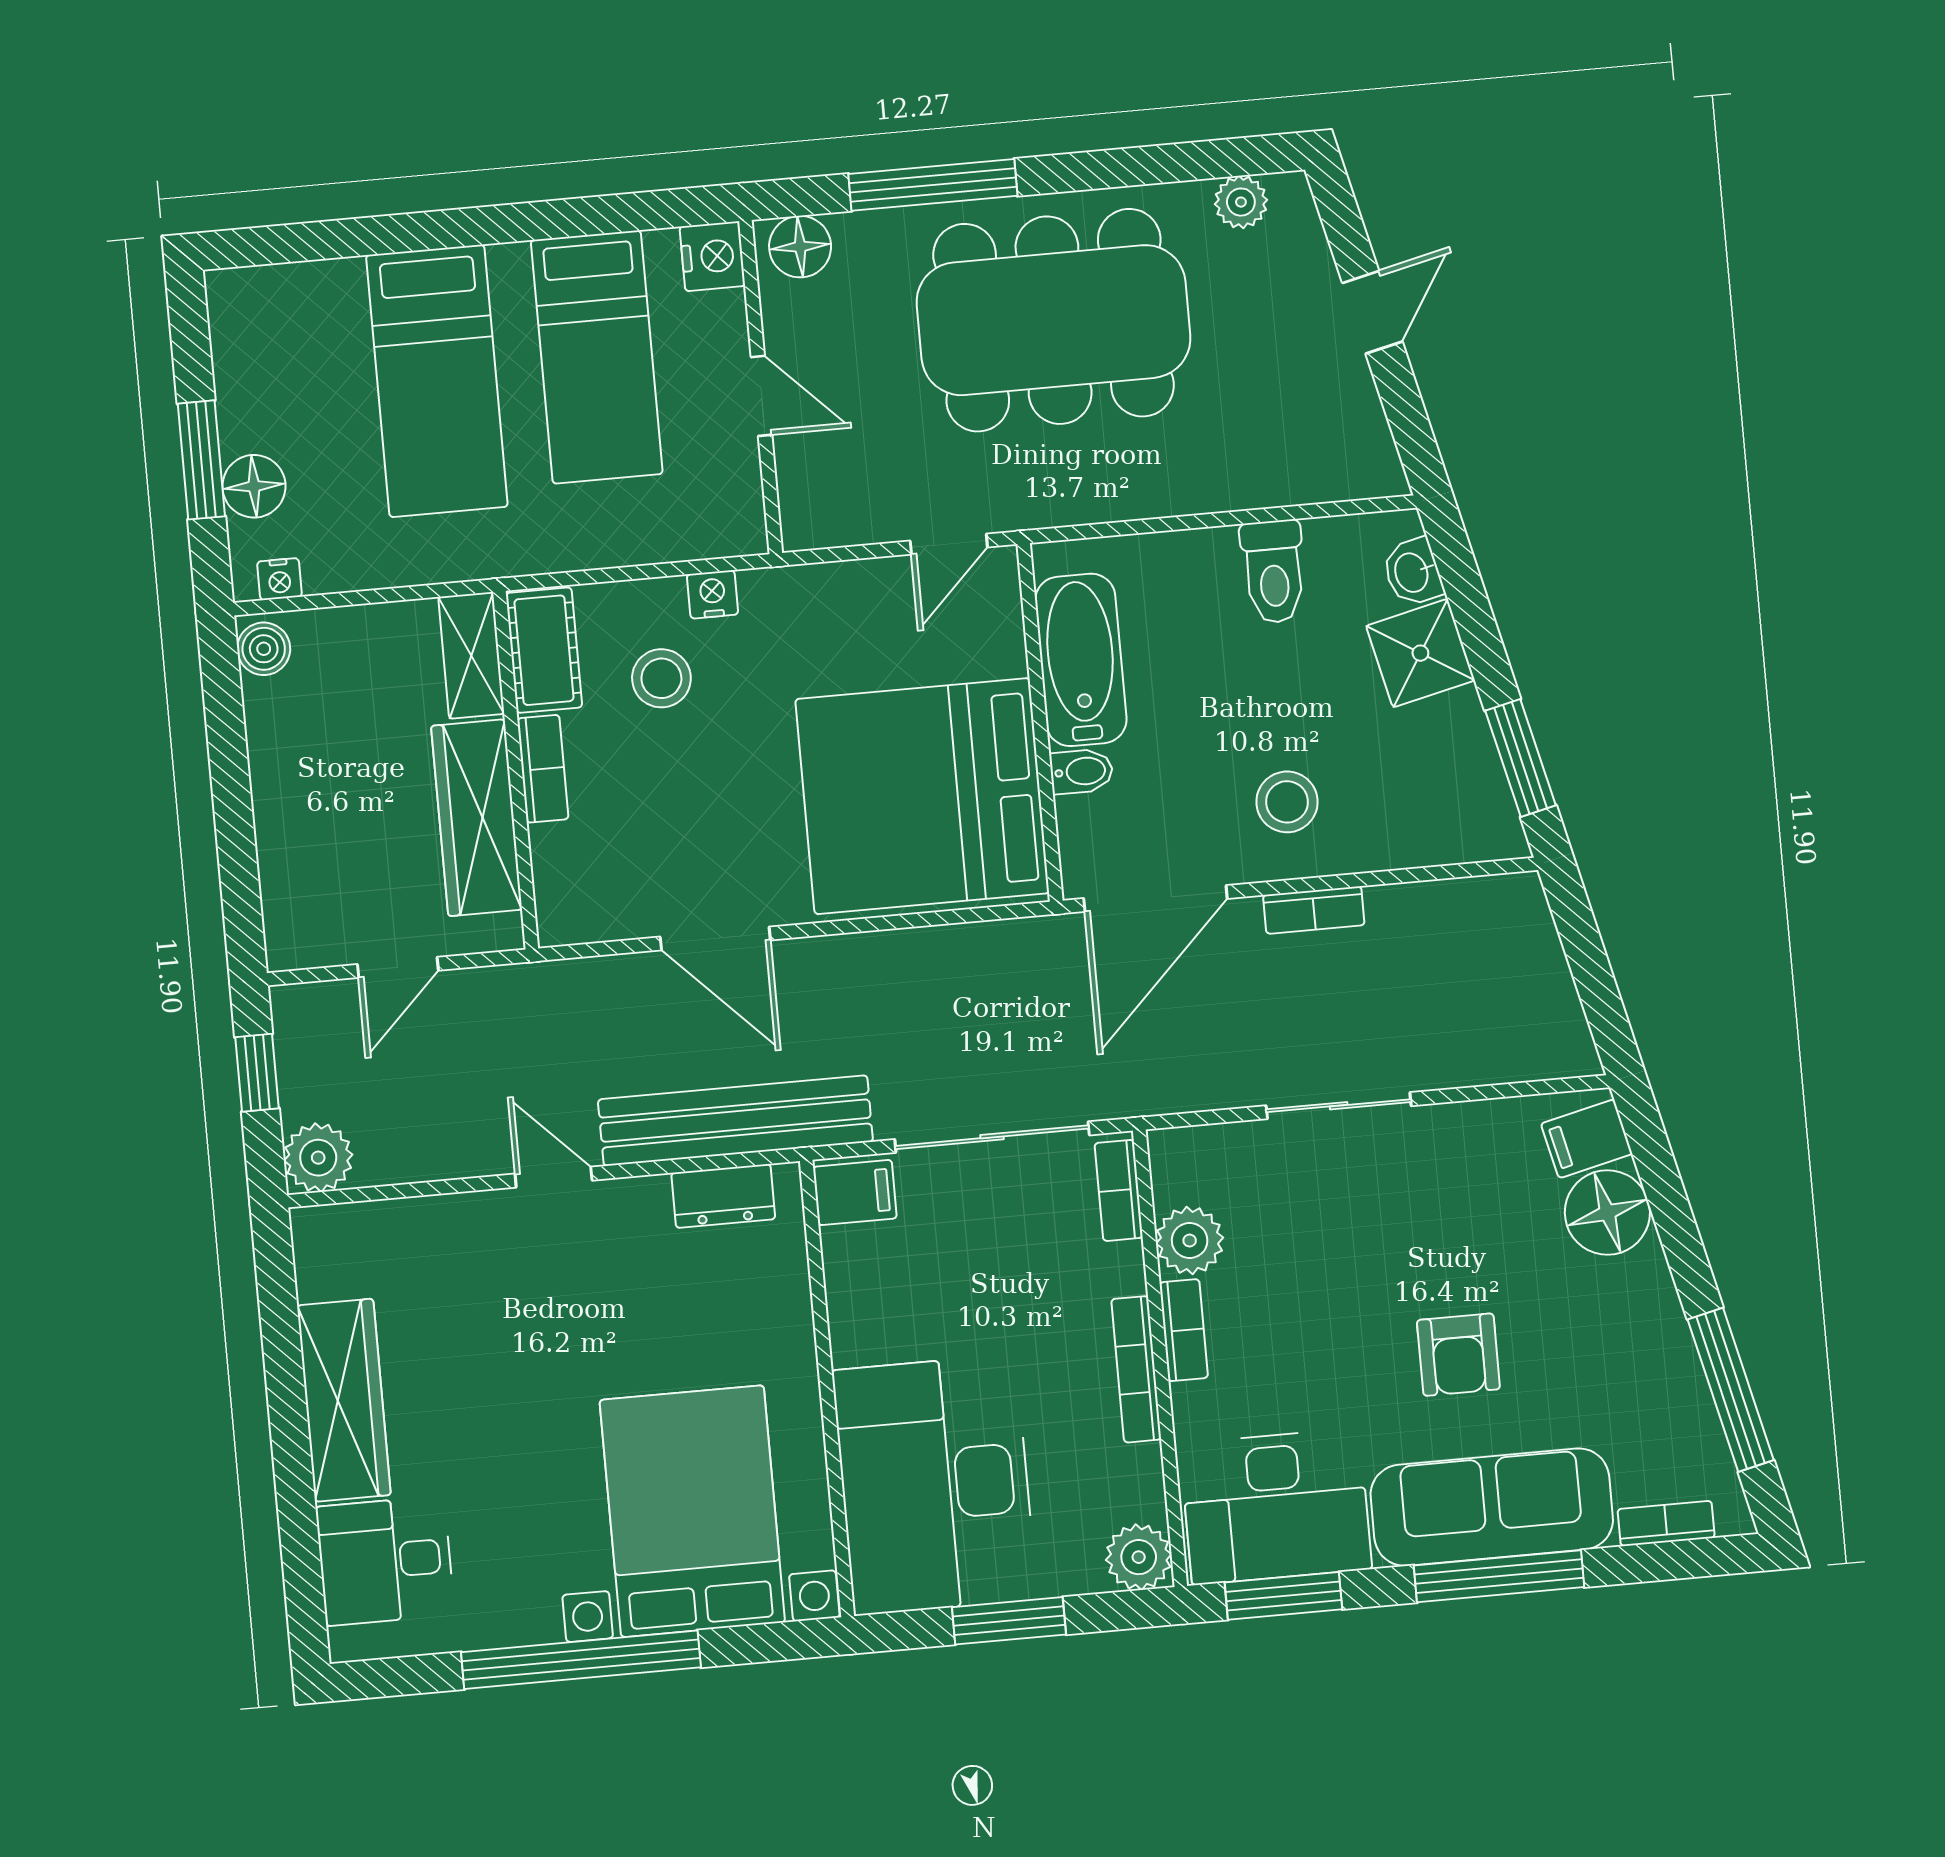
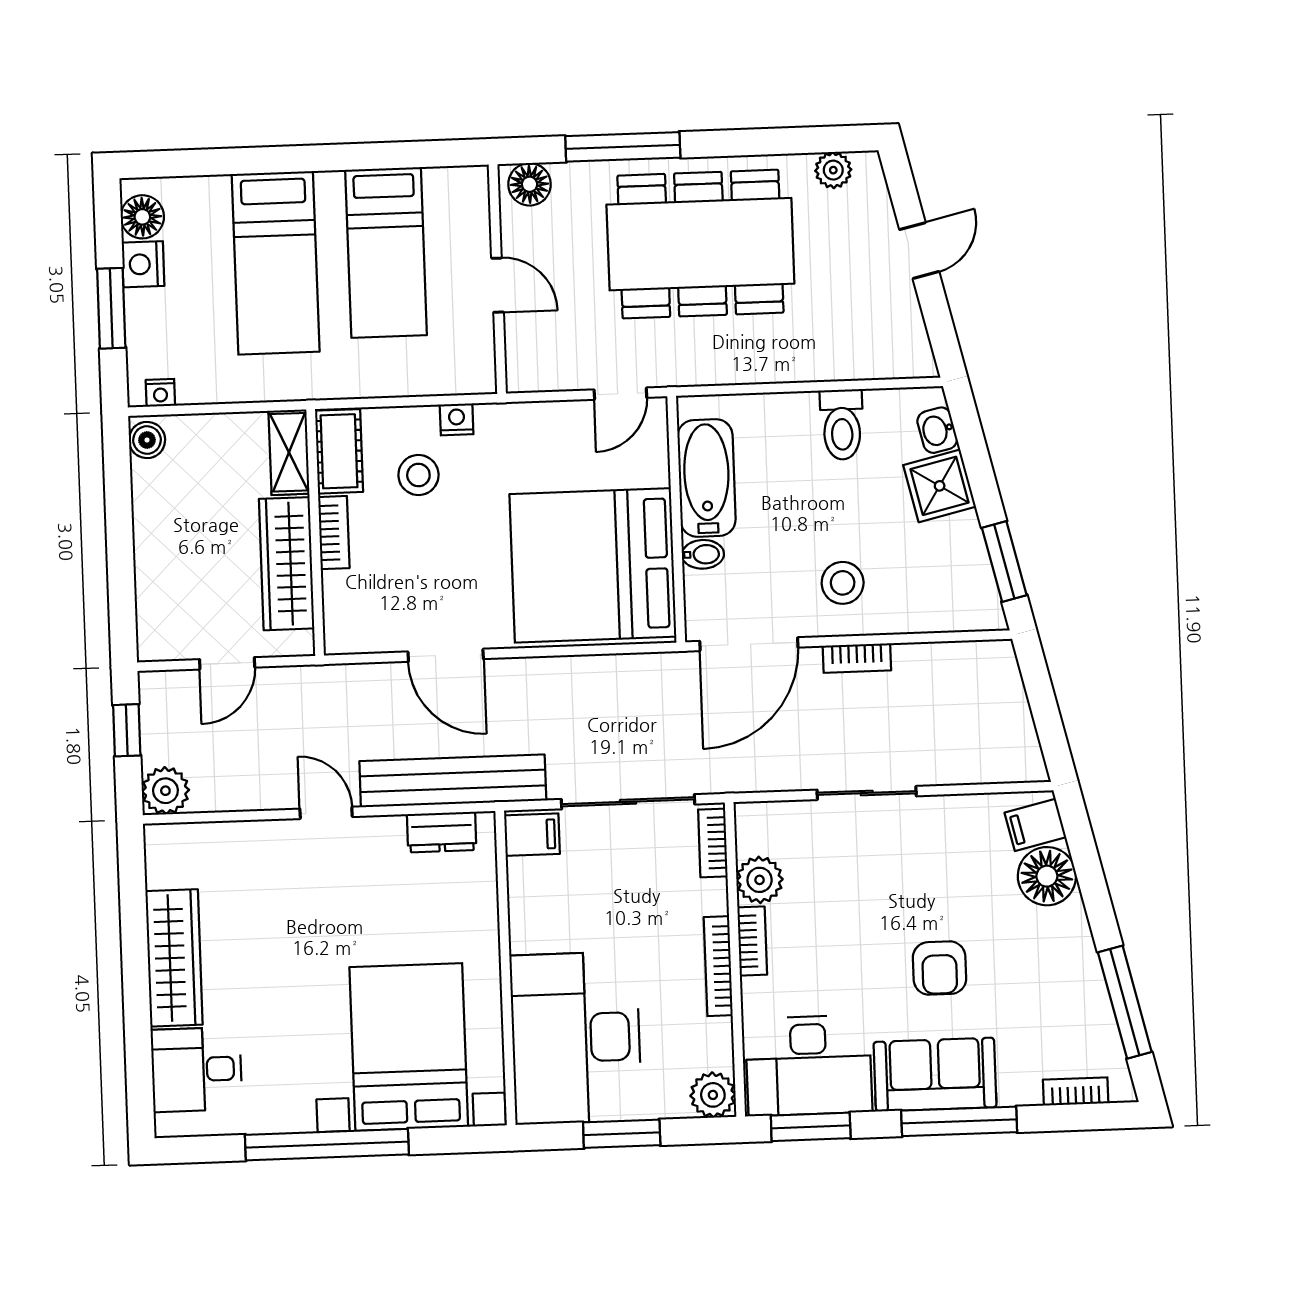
nightstand: (712, 256) -> (143, 264), moved, turned 180
floor lamp: (254, 486) -> (142, 217), moved
sofa: (1492, 1507) -> (935, 1075), width x0.73

